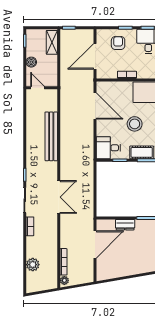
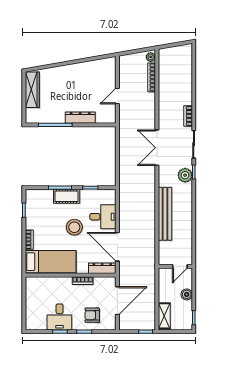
armchair: (118, 43) -> (92, 315), turned 90
dresser: (109, 86) -> (102, 268), added
door: (38, 88) -> (180, 266), hinge flipped
desk: (108, 148) -> (103, 217), moved
dresser: (125, 225) -> (80, 118), width x1.44
door: (95, 245) -> (117, 96), width x0.53
plant: (33, 265) -> (185, 175), moved

